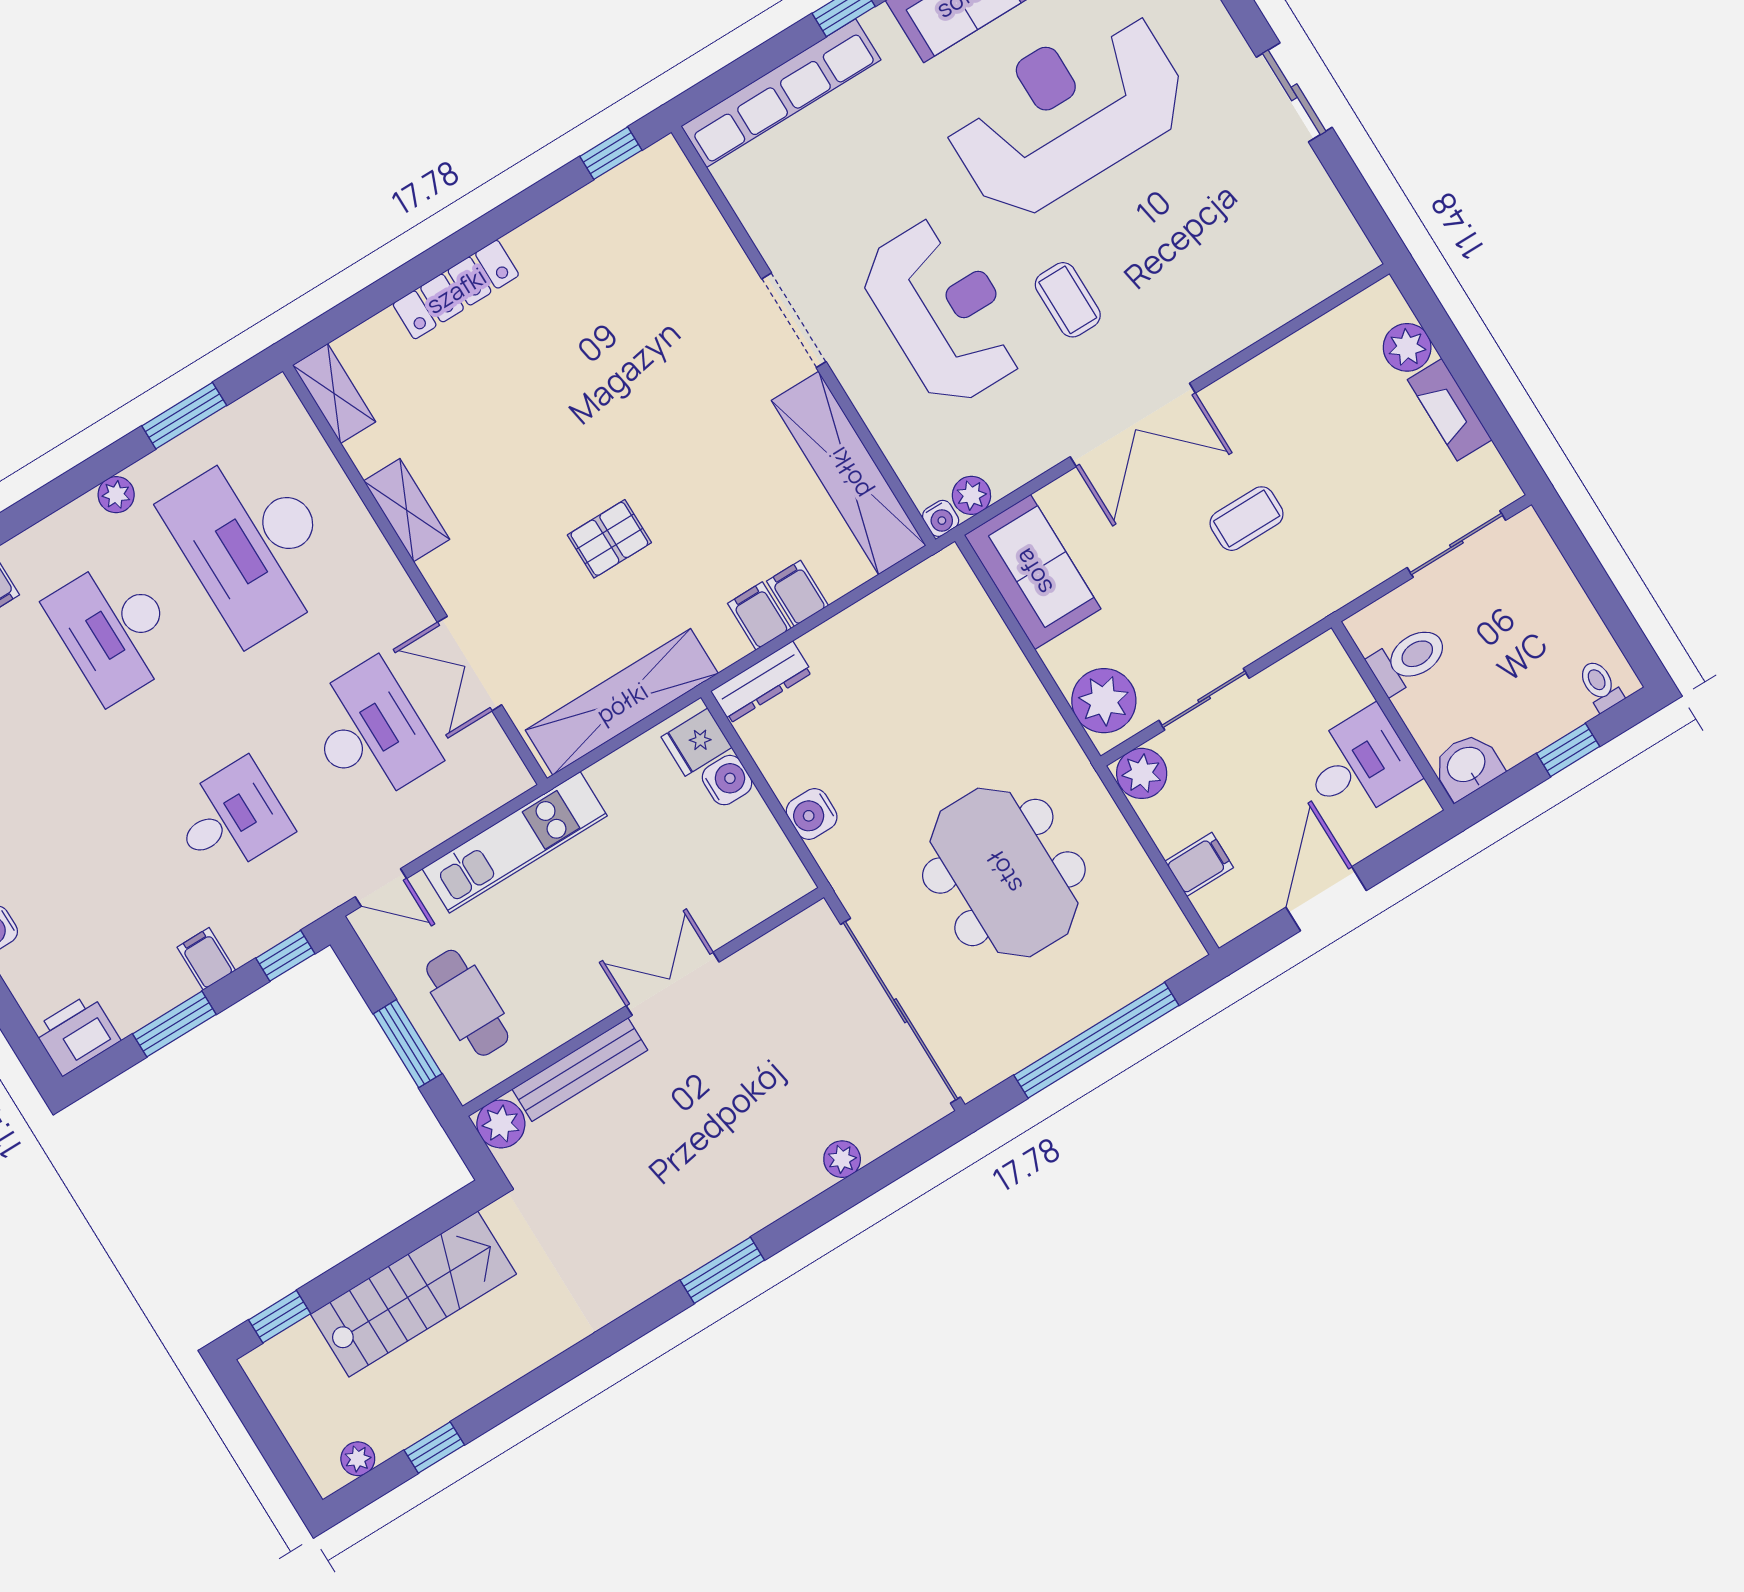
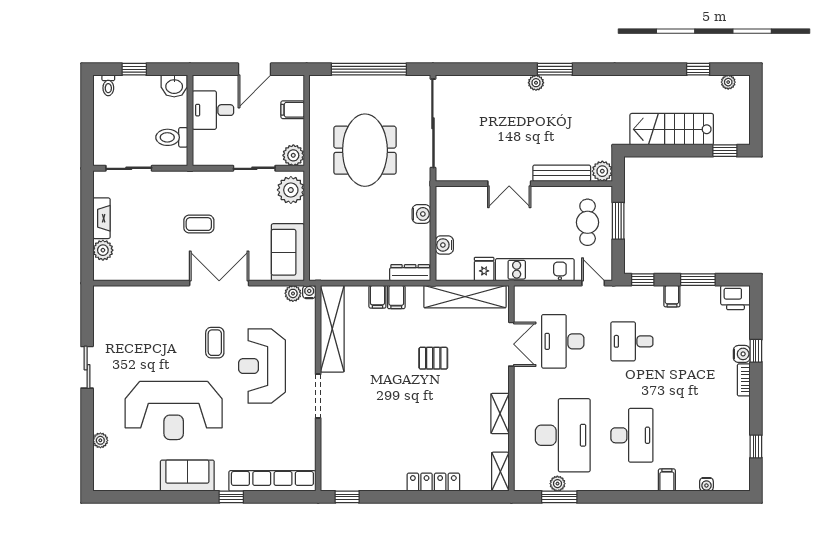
plant: (116, 495) -> (557, 484), moved
fridge: (696, 742) -> (484, 269), moved, turned -90
plant: (842, 1159) -> (536, 83), moved

